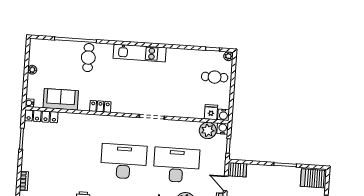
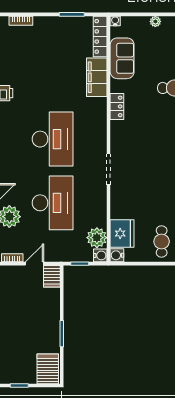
fridge: (211, 112) -> (122, 233), width x1.88, depth x1.34
filing cabinet: (75, 121) -> (97, 77), added

